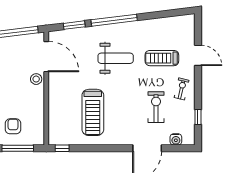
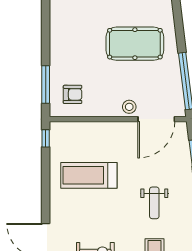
weight bench: (116, 58) -> (154, 203), width x0.73, depth x0.75
armchair: (13, 126) -> (73, 94), moved

